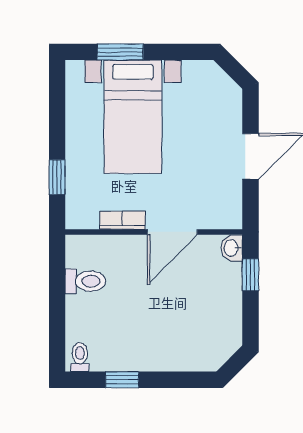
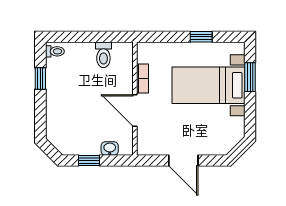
window: (57, 177) -> (201, 37), moved
washbasin: (232, 248) -> (110, 148), moved
window: (251, 275) -> (89, 160), moved

